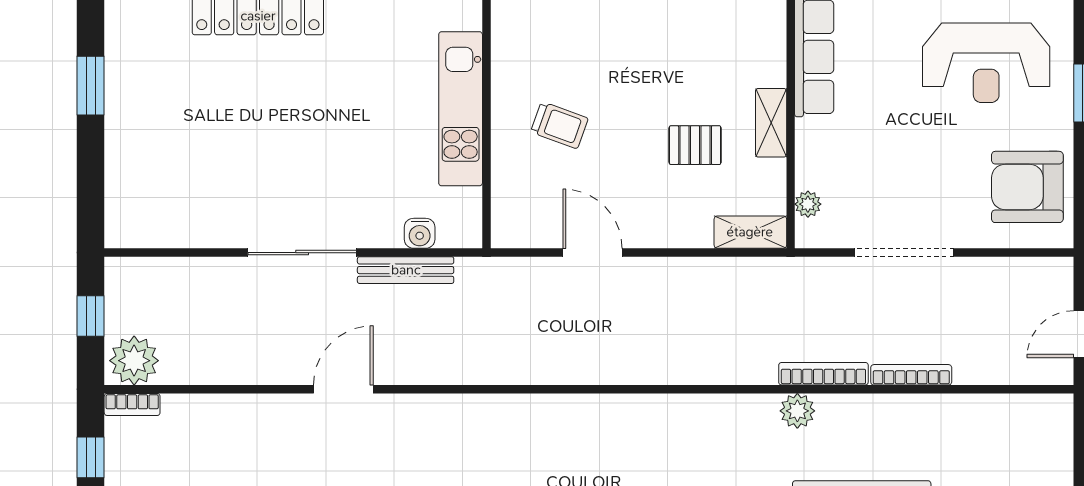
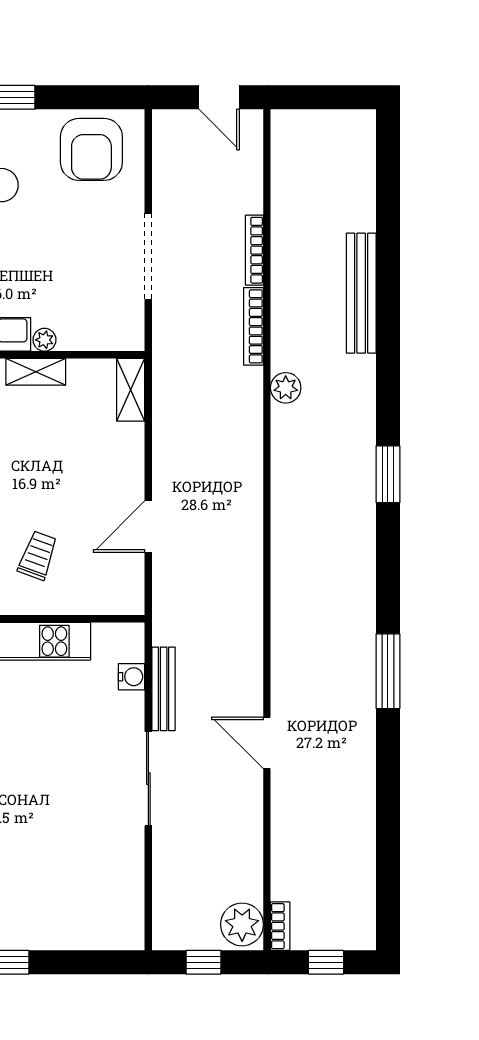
pallet: (695, 145) -> (55, 438), removed
plant: (808, 204) -> (44, 340), moved
plant: (797, 411) -> (286, 388), moved

